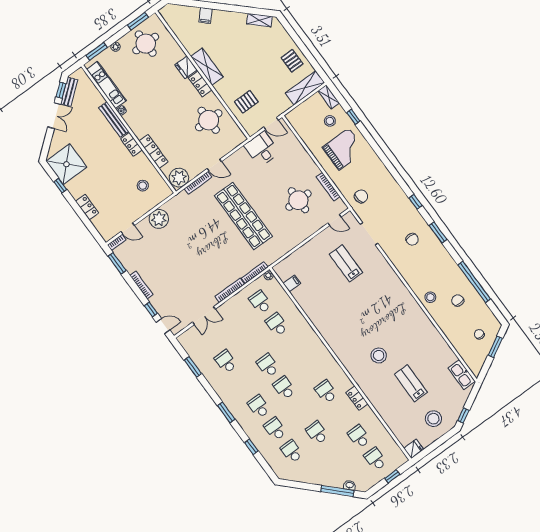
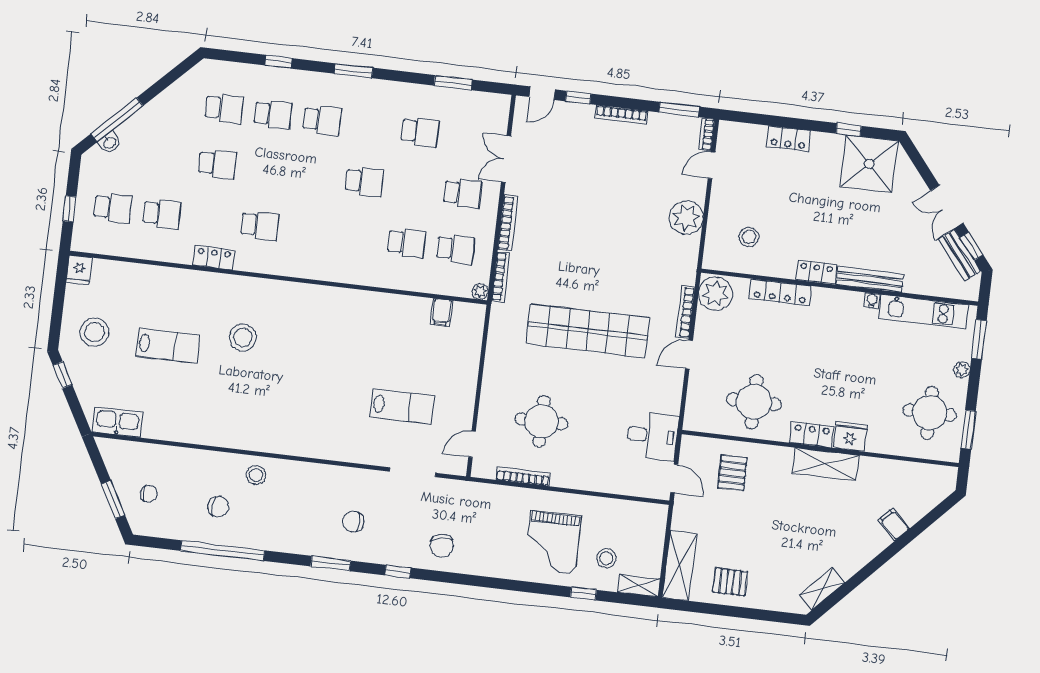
door: (271, 124) -> (674, 478), swing flipped
chair: (361, 196) -> (442, 546), moved
school desk: (284, 388) -> (462, 193), moved

